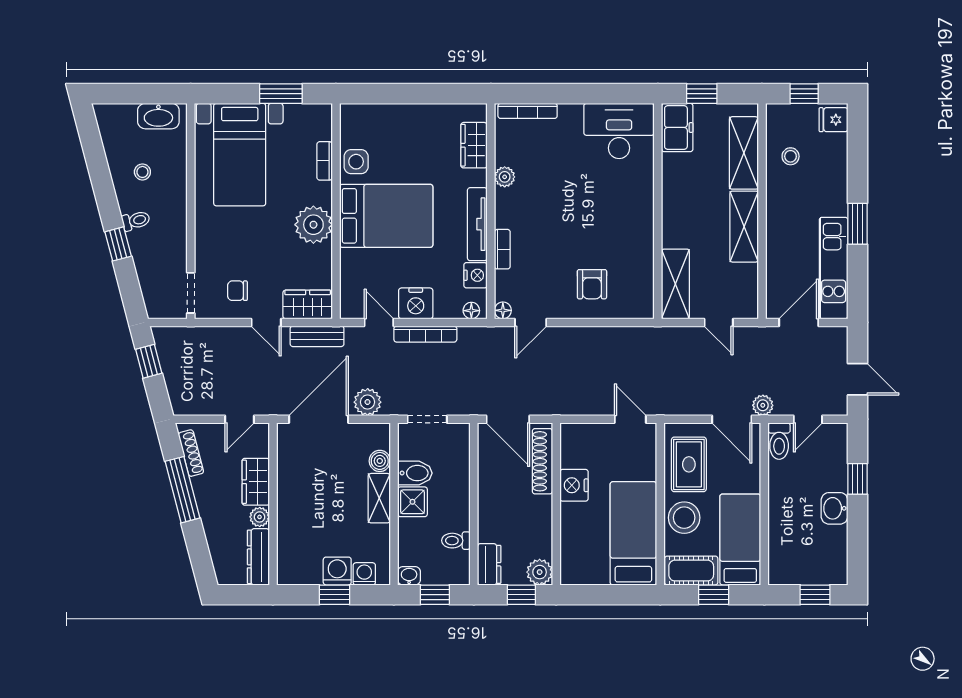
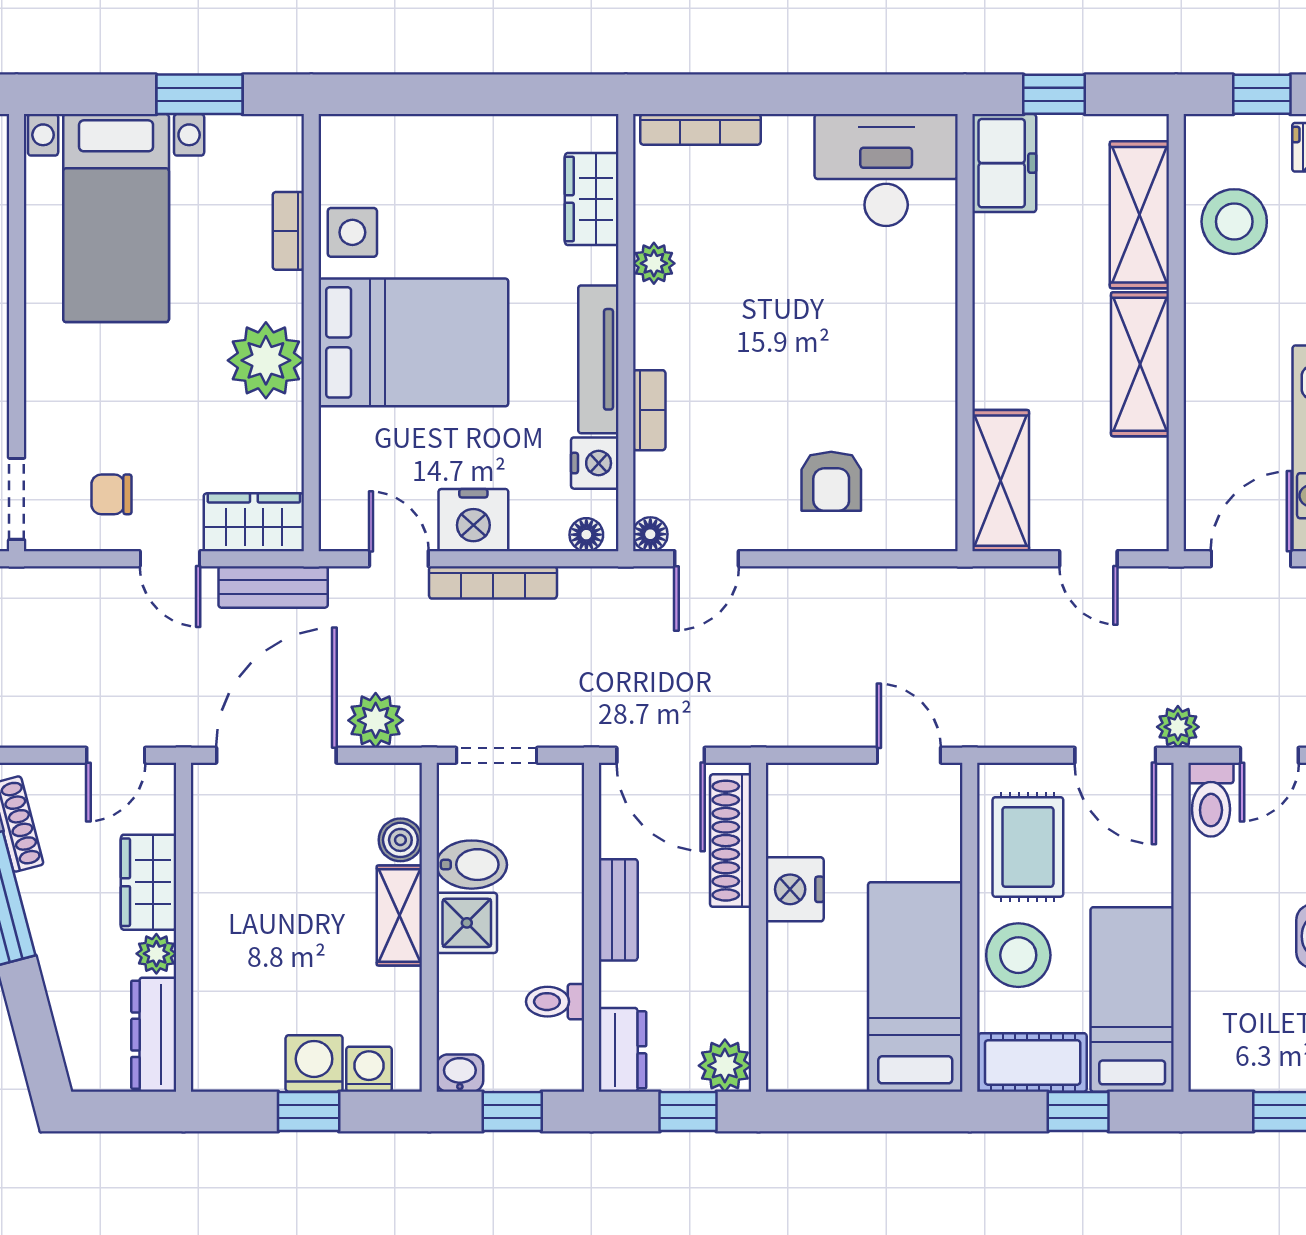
stool: (791, 156) -> (1234, 222), width x1.89, depth x1.89
bench: (487, 495) -> (618, 910), added

